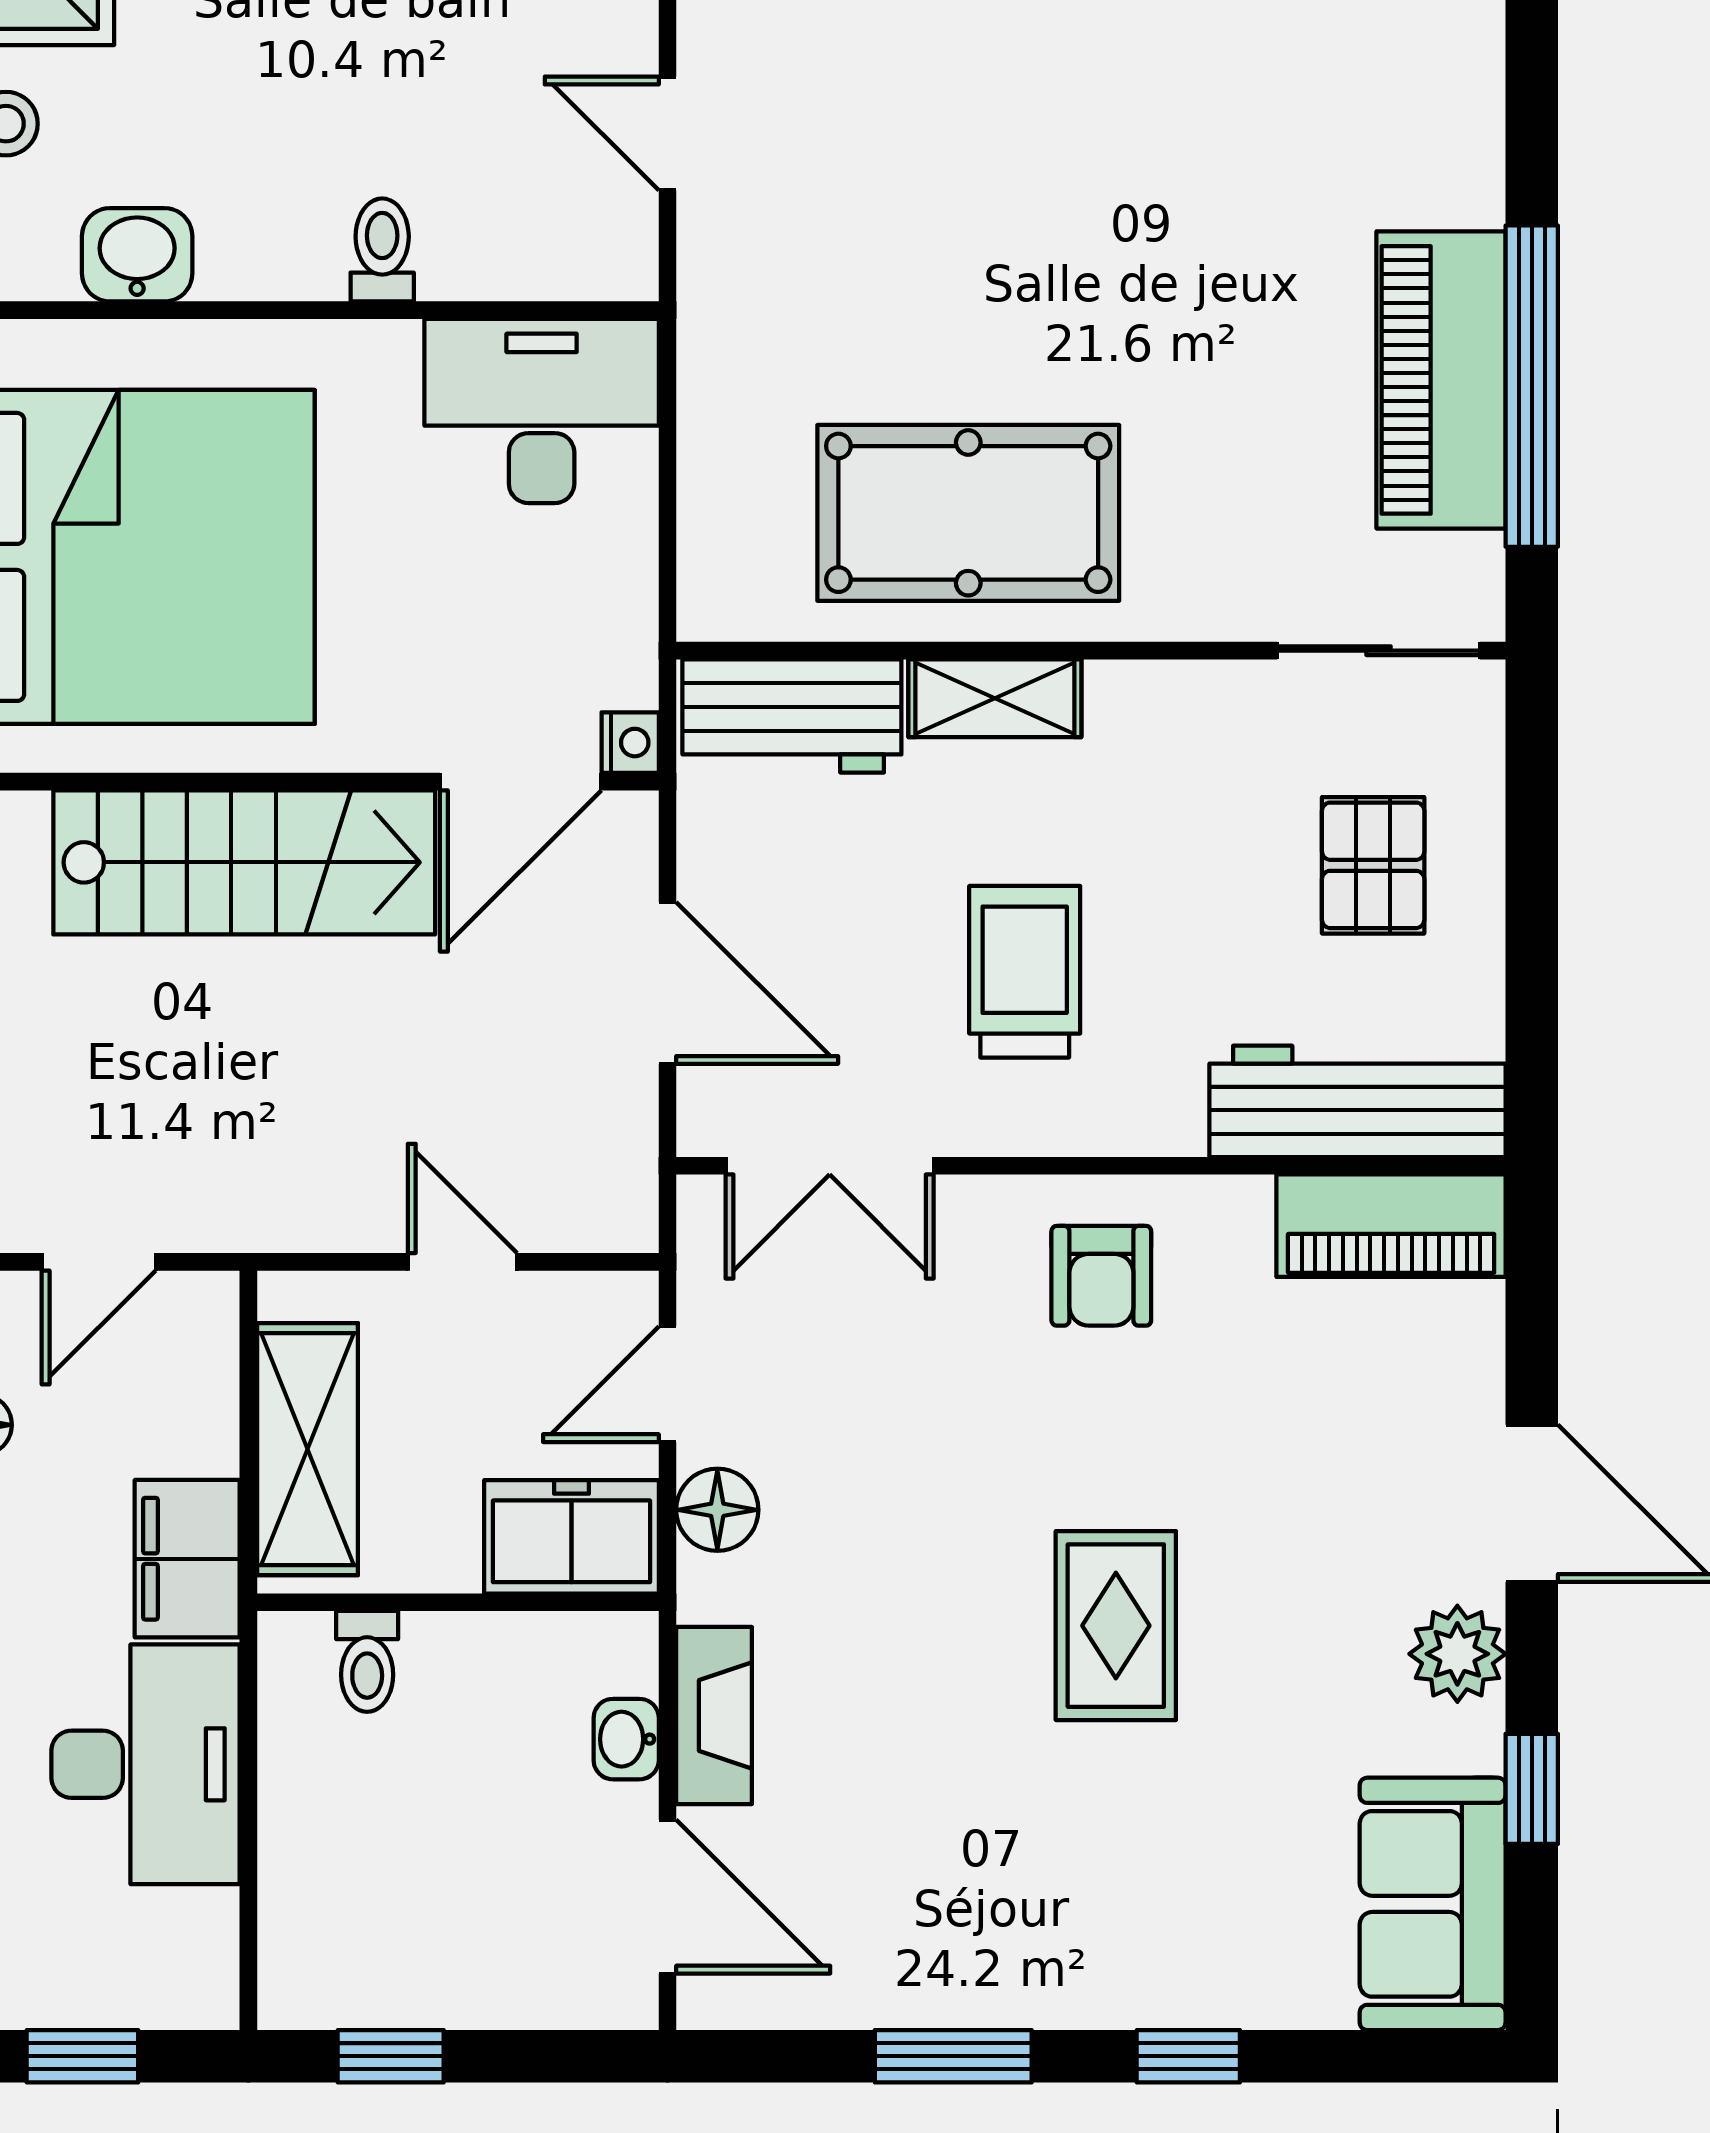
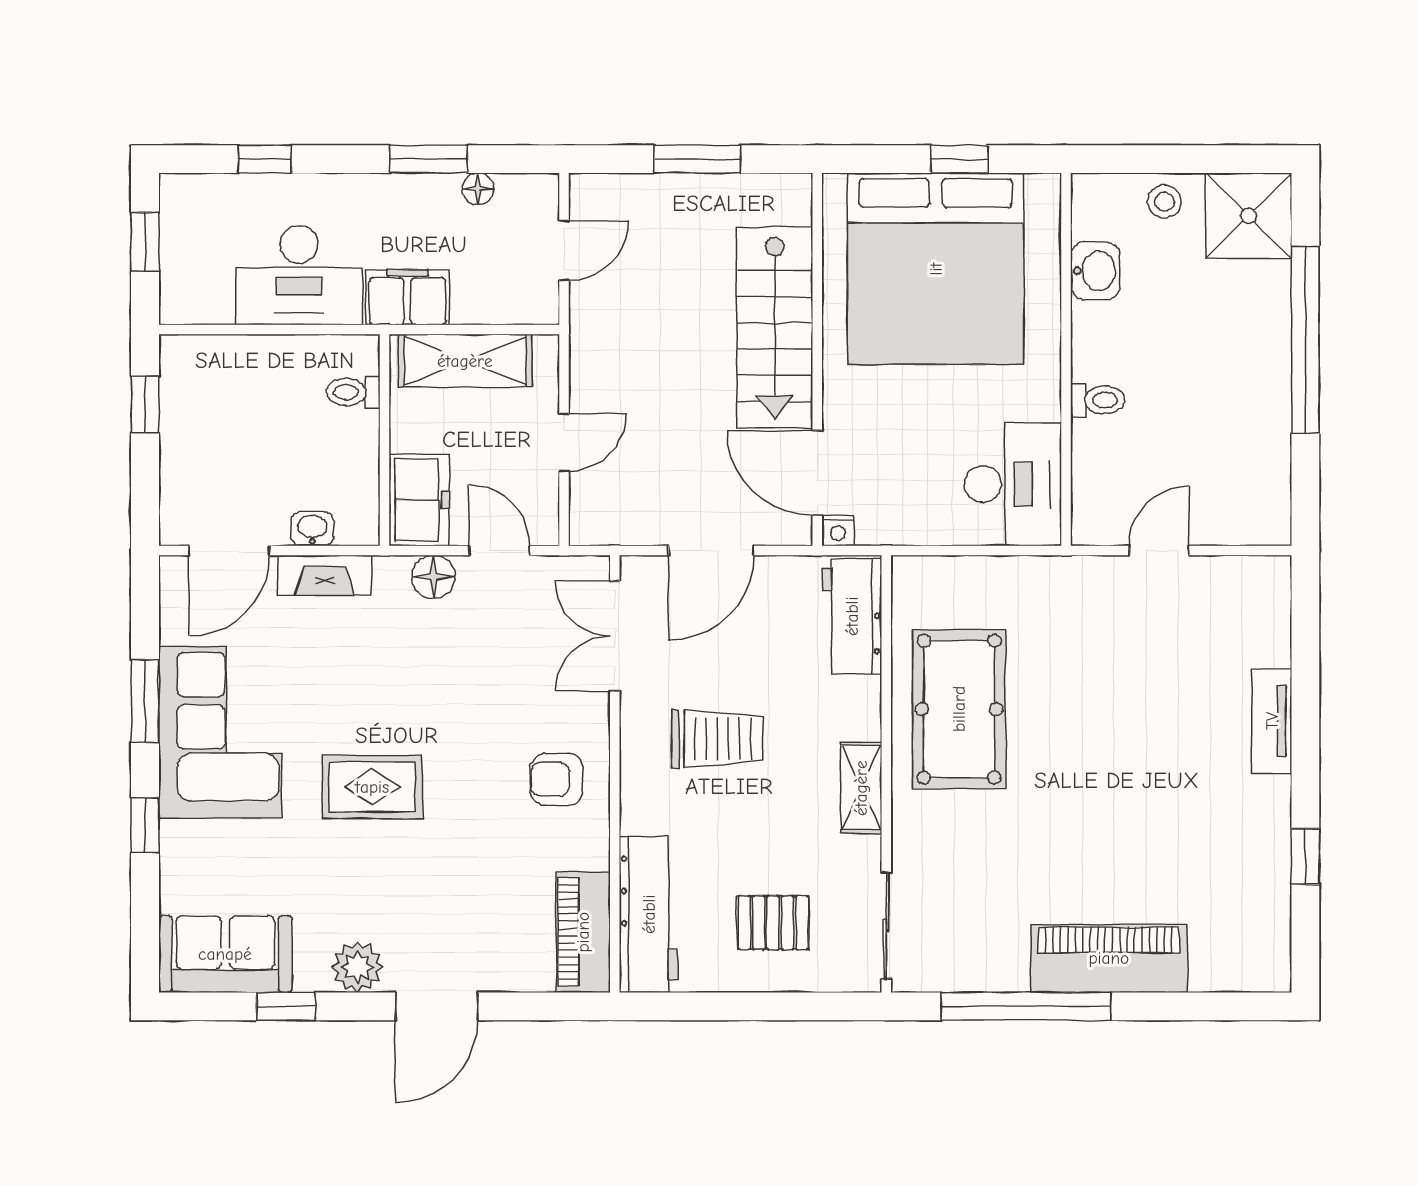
piano: (1441, 380) -> (1109, 958), moved
shelving: (995, 698) -> (861, 788), moved
door: (99, 1262) -> (564, 251), swing flipped
corner sofa: (1012, 1914) -> (220, 732), added

